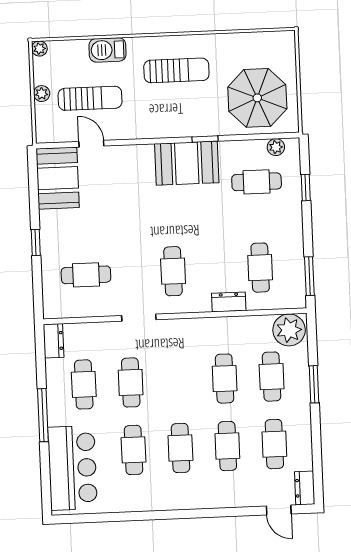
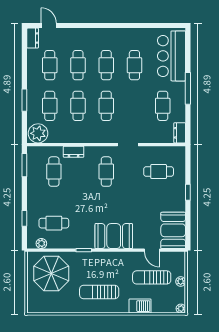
booth: (187, 163) -> (114, 236), moved
cafe table: (131, 382) -> (106, 106), moved

